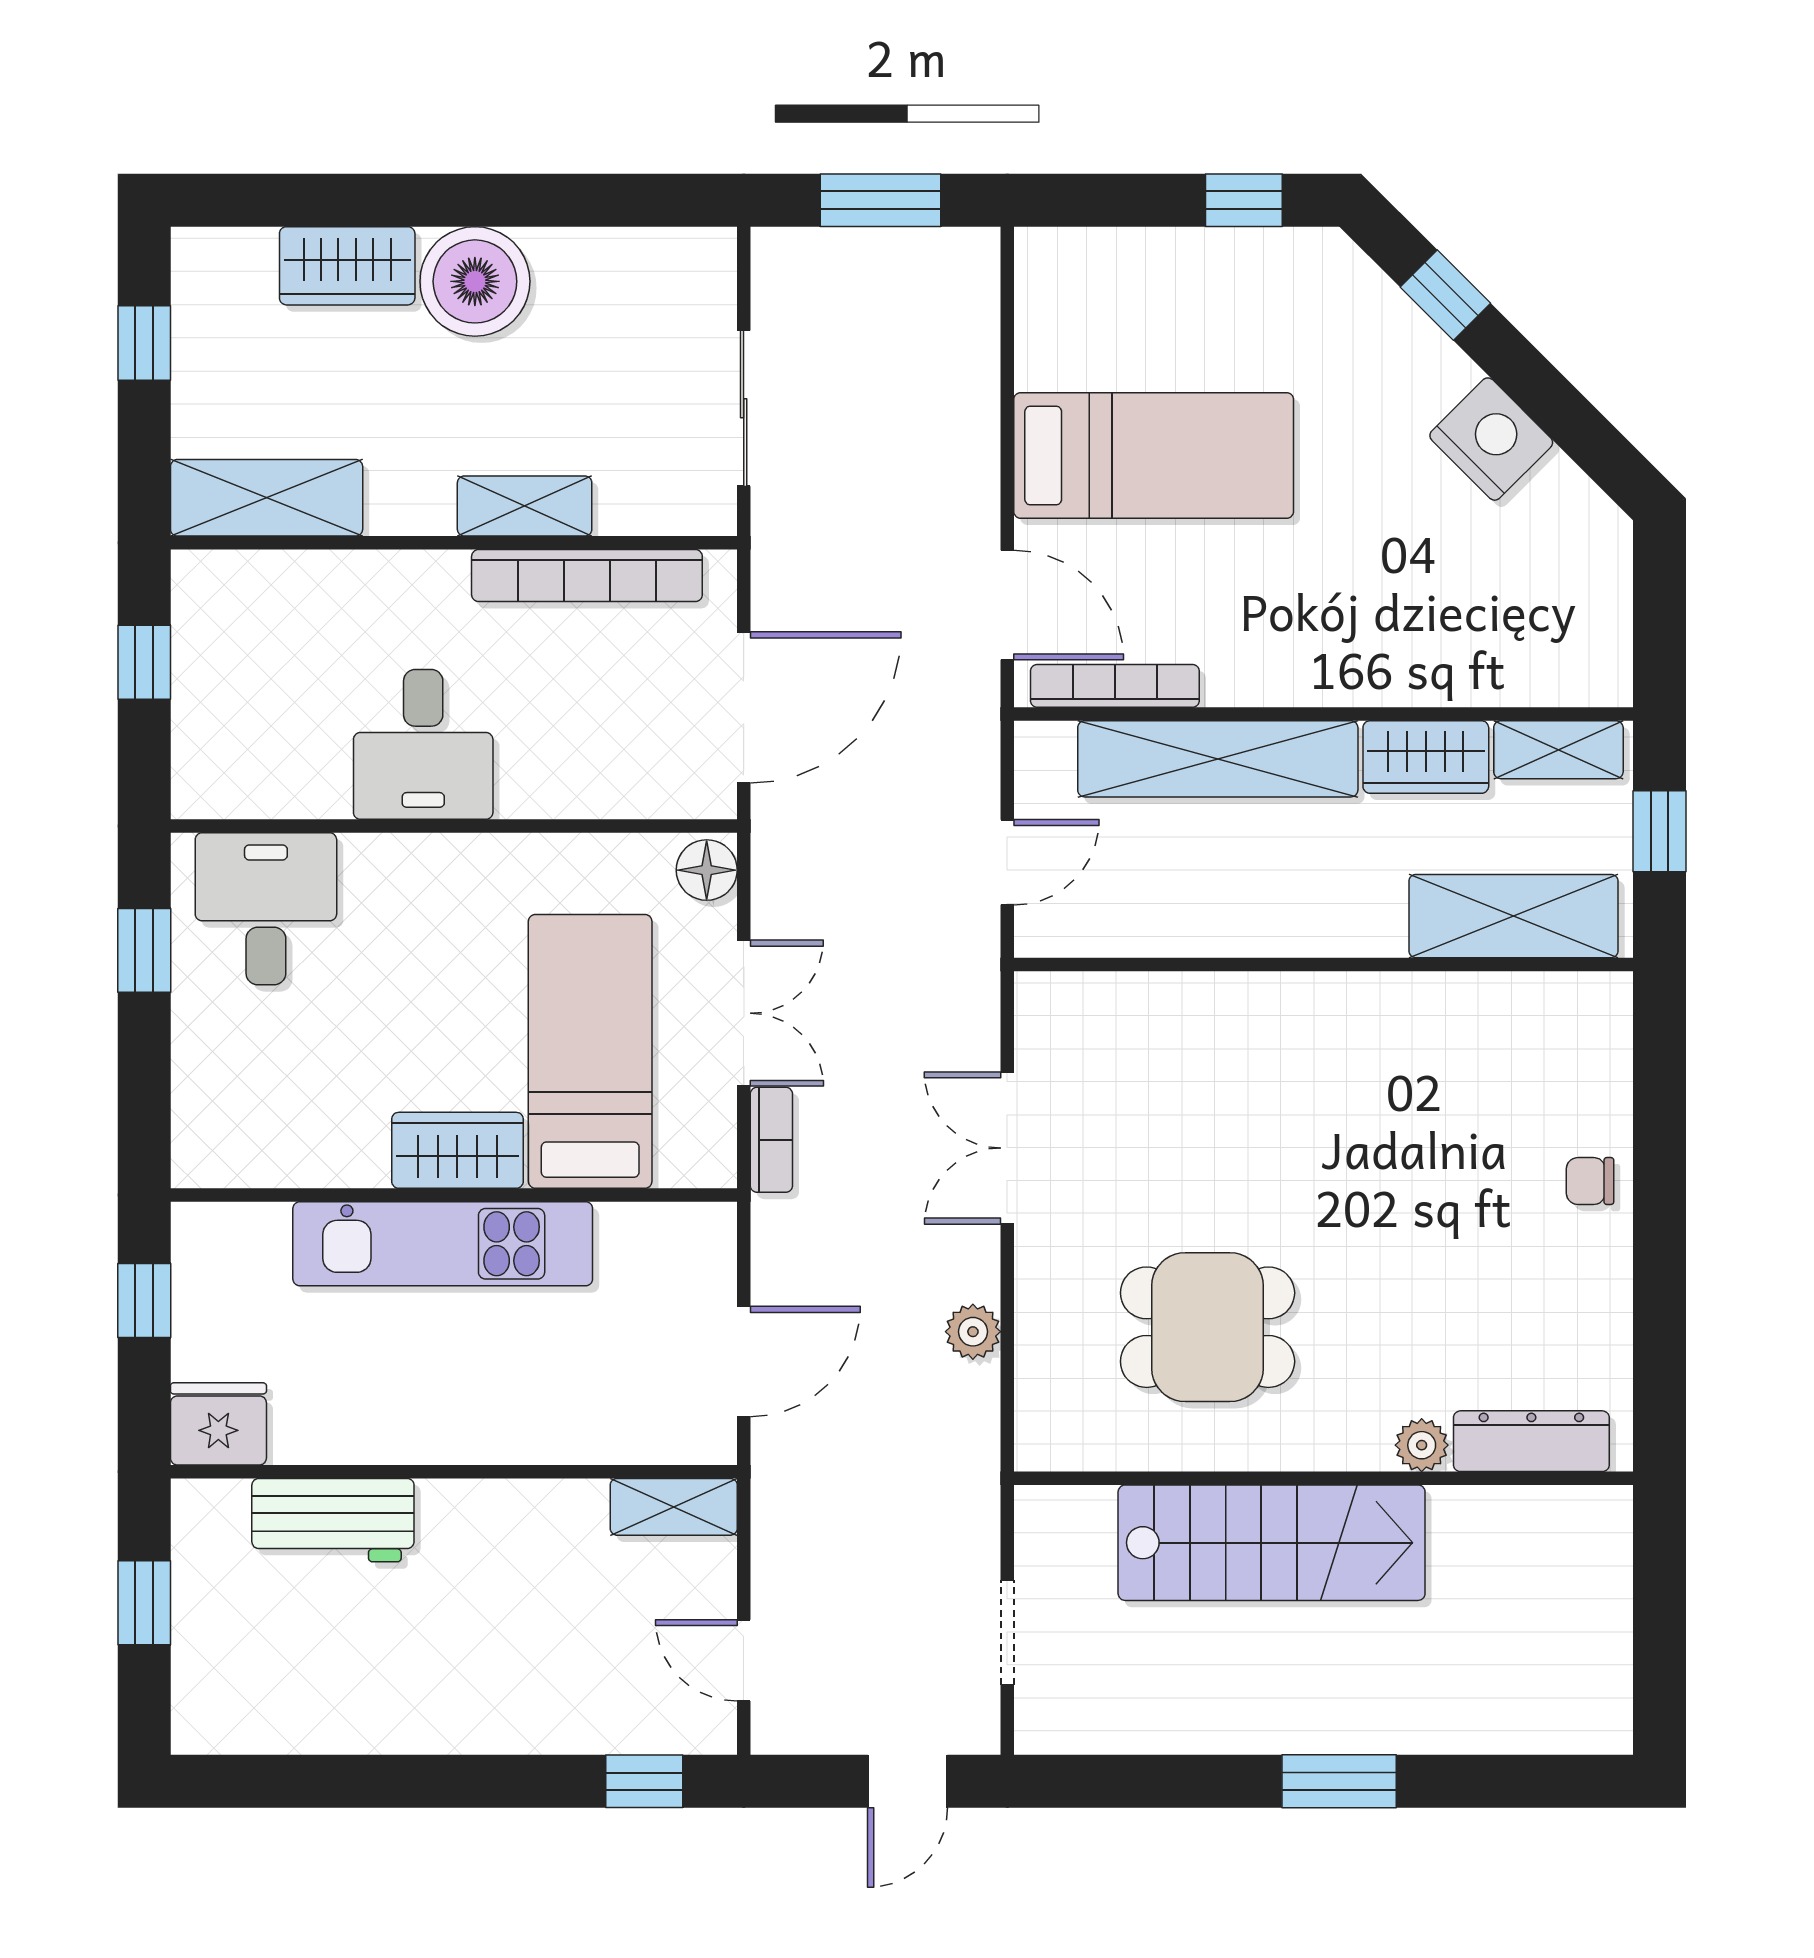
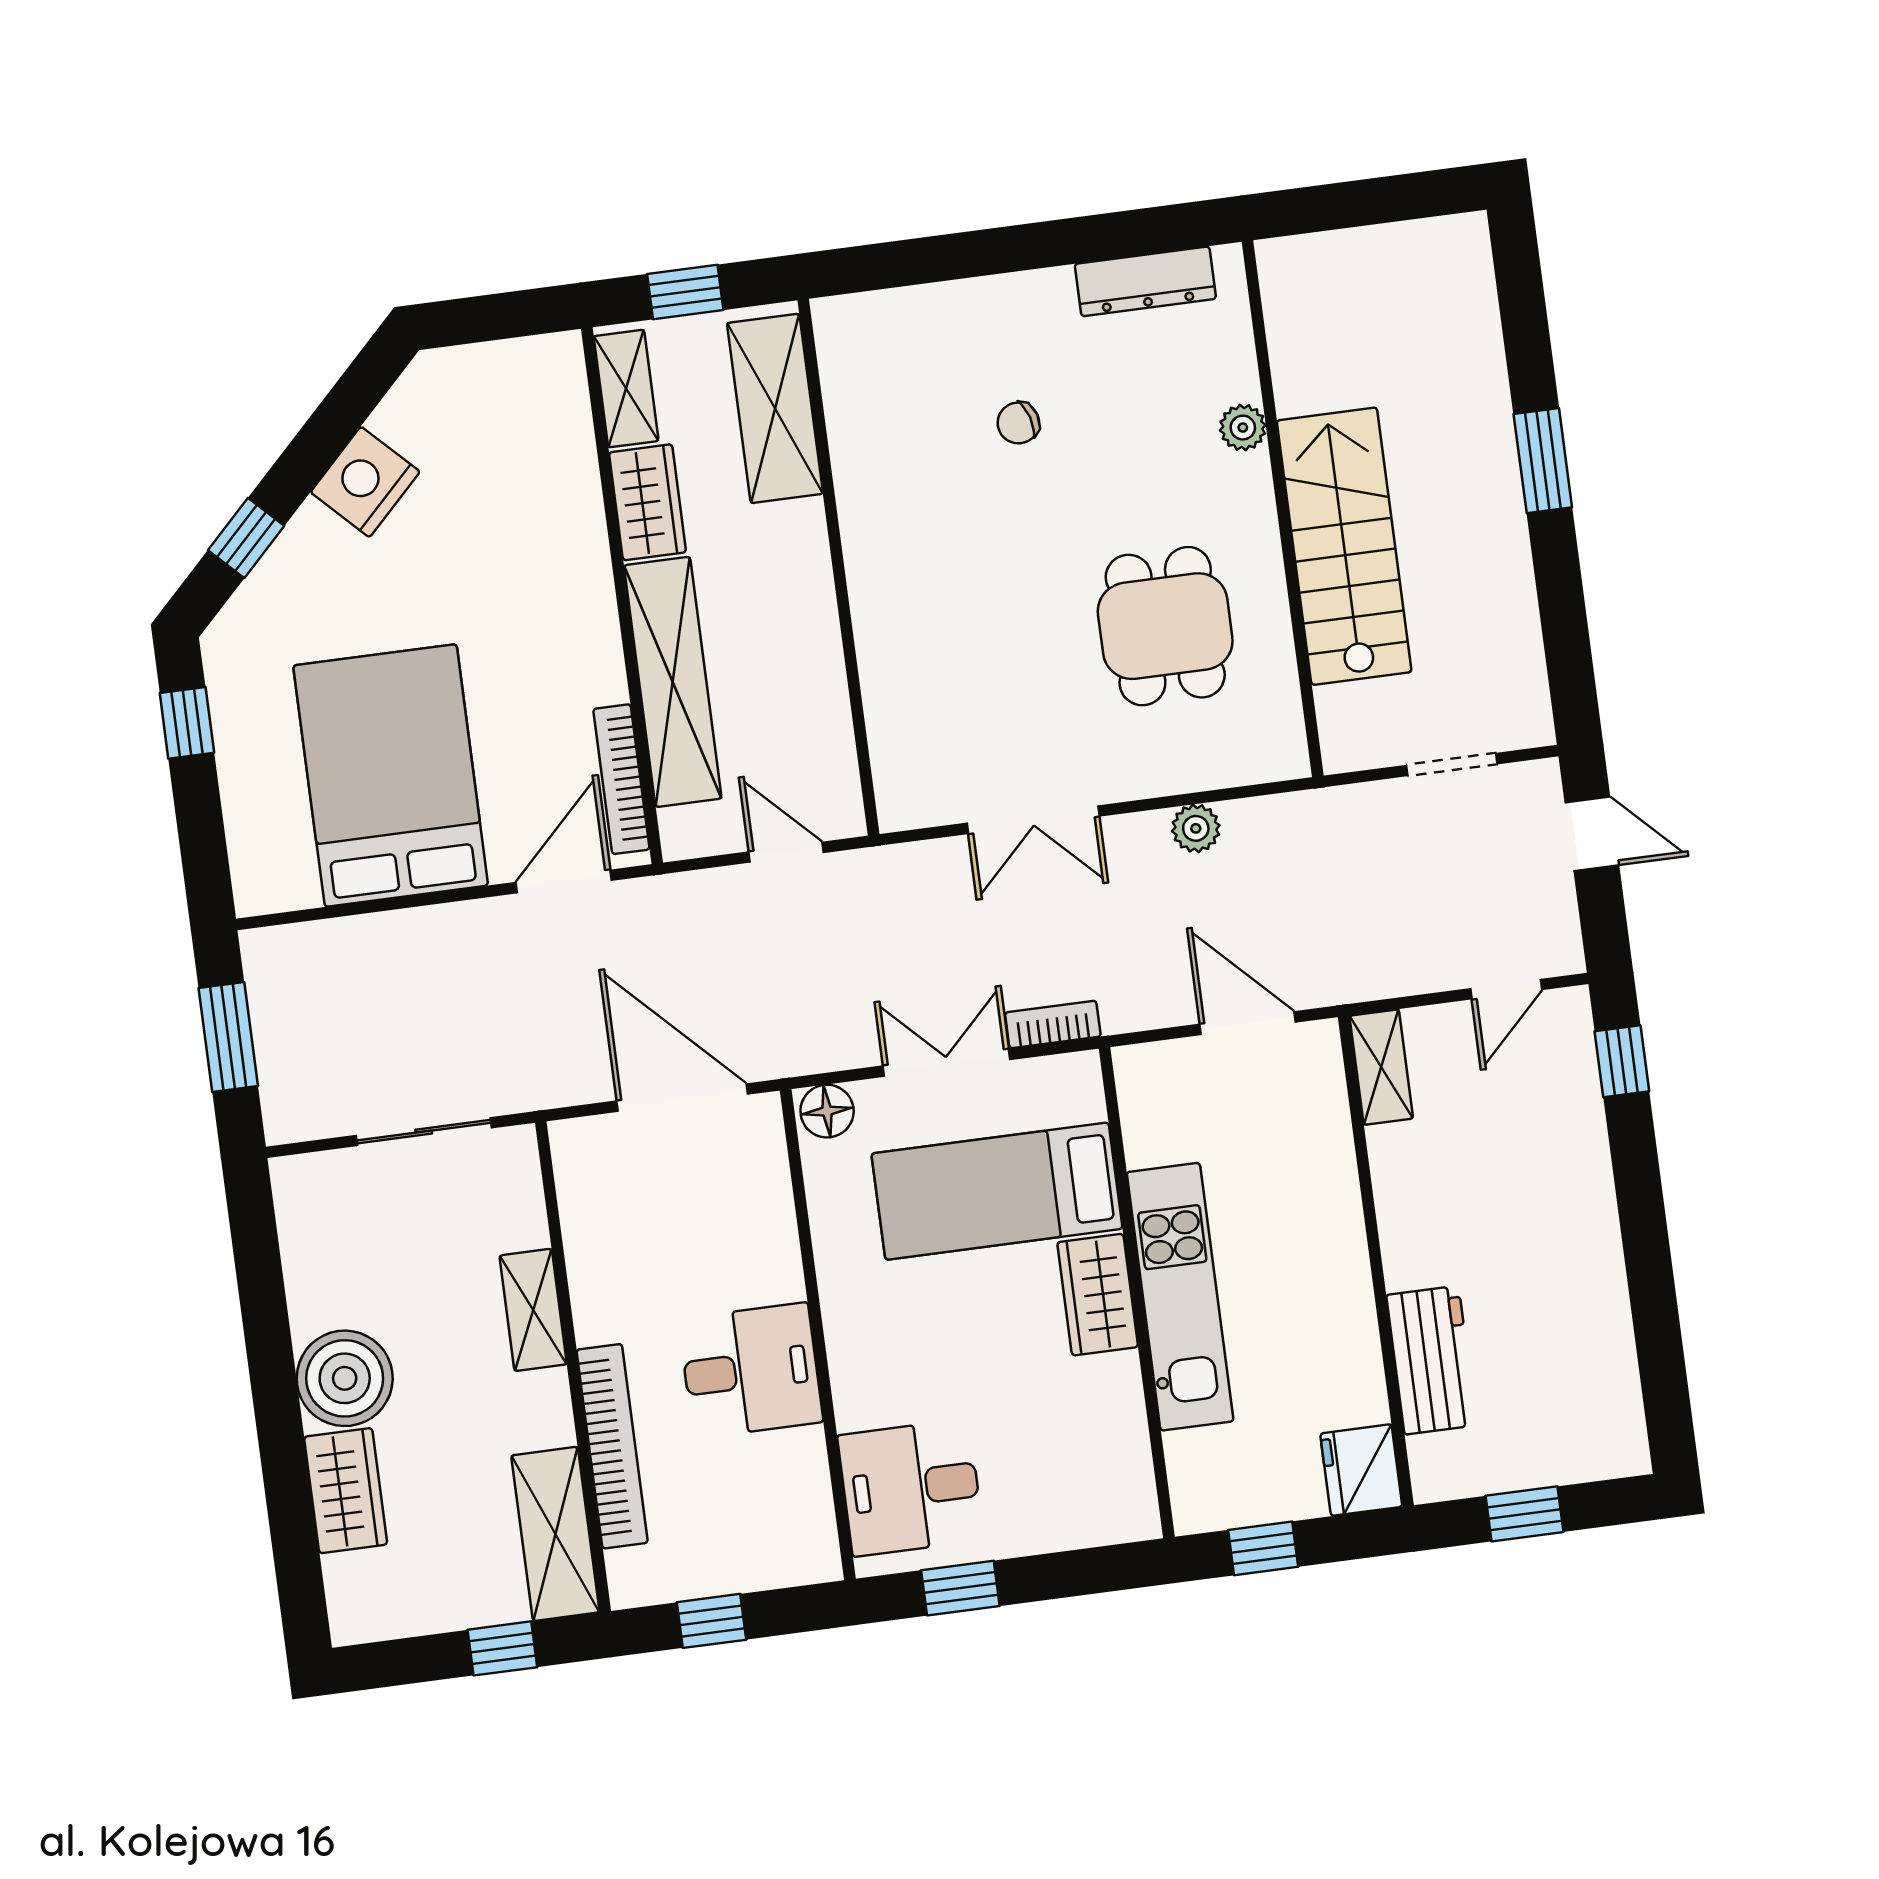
window: (144, 343) -> (502, 1648), moved
bed: (1154, 455) -> (391, 776), width x1.50
bookcase: (587, 576) -> (612, 1446), moved
chair: (1590, 1181) -> (1018, 423), moved, turned 73
dresser: (1531, 1441) -> (1145, 281), moved, turned -90

